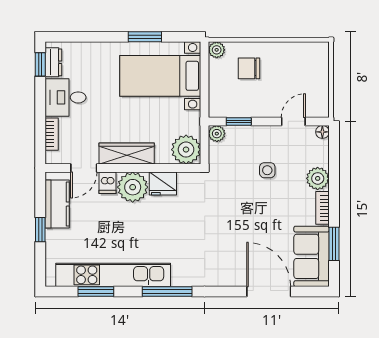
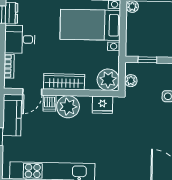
chair: (249, 68) -> (156, 21), removed
plant: (217, 134) -> (131, 81), moved
fridge: (163, 184) -> (102, 105), moved

